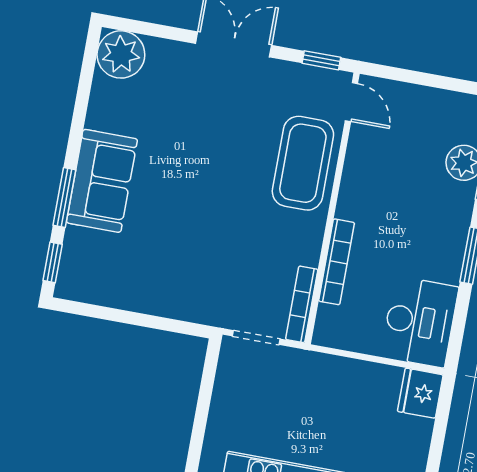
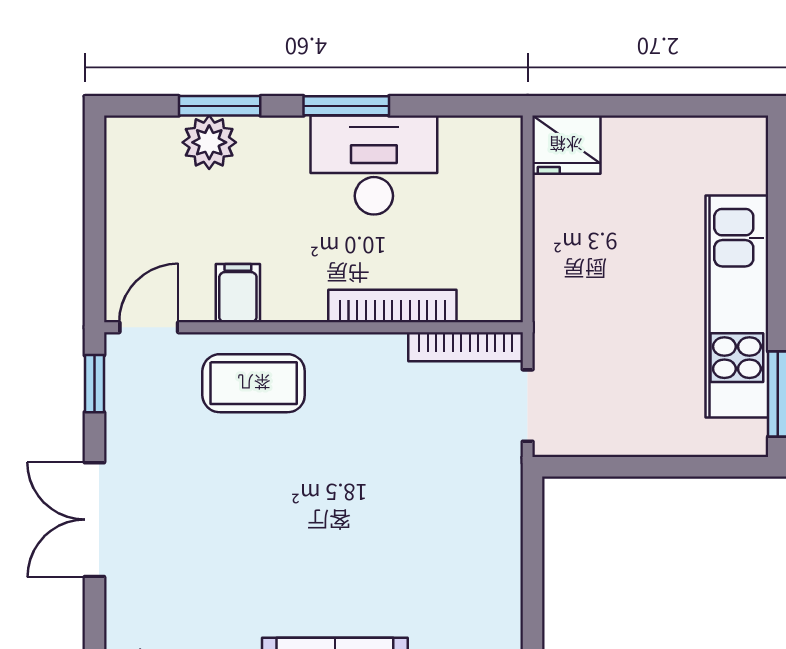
coffee table: (303, 163) -> (254, 383), width x0.73, depth x0.76
filing cabinet: (363, 164) -> (238, 293), added
desk: (420, 322) -> (374, 165), moved

